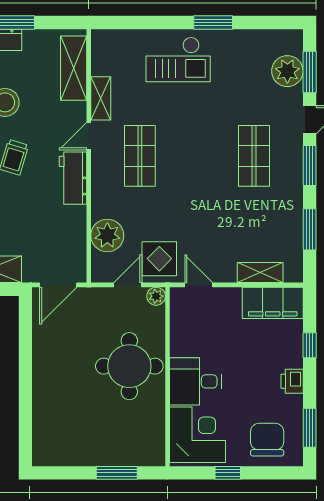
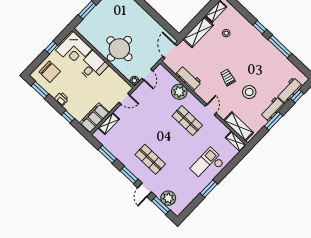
shelving: (101, 98) -> (236, 141), moved
workbench: (73, 178) -> (188, 78), moved
plant: (107, 235) -> (179, 92), moved
display table: (159, 259) -> (146, 94), removed

